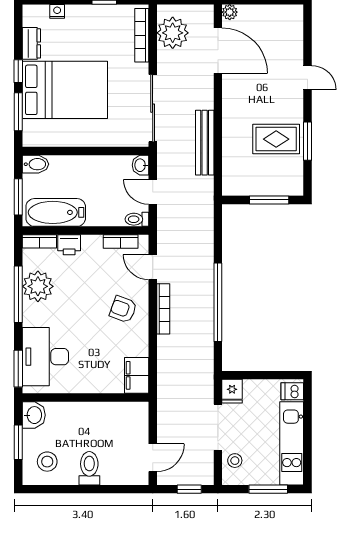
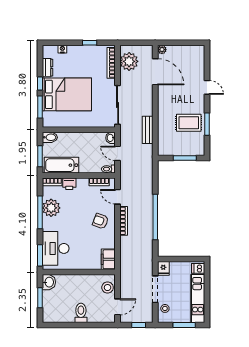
bench: (205, 143) -> (148, 130), width x0.73
stool: (47, 462) -> (108, 288), moved

